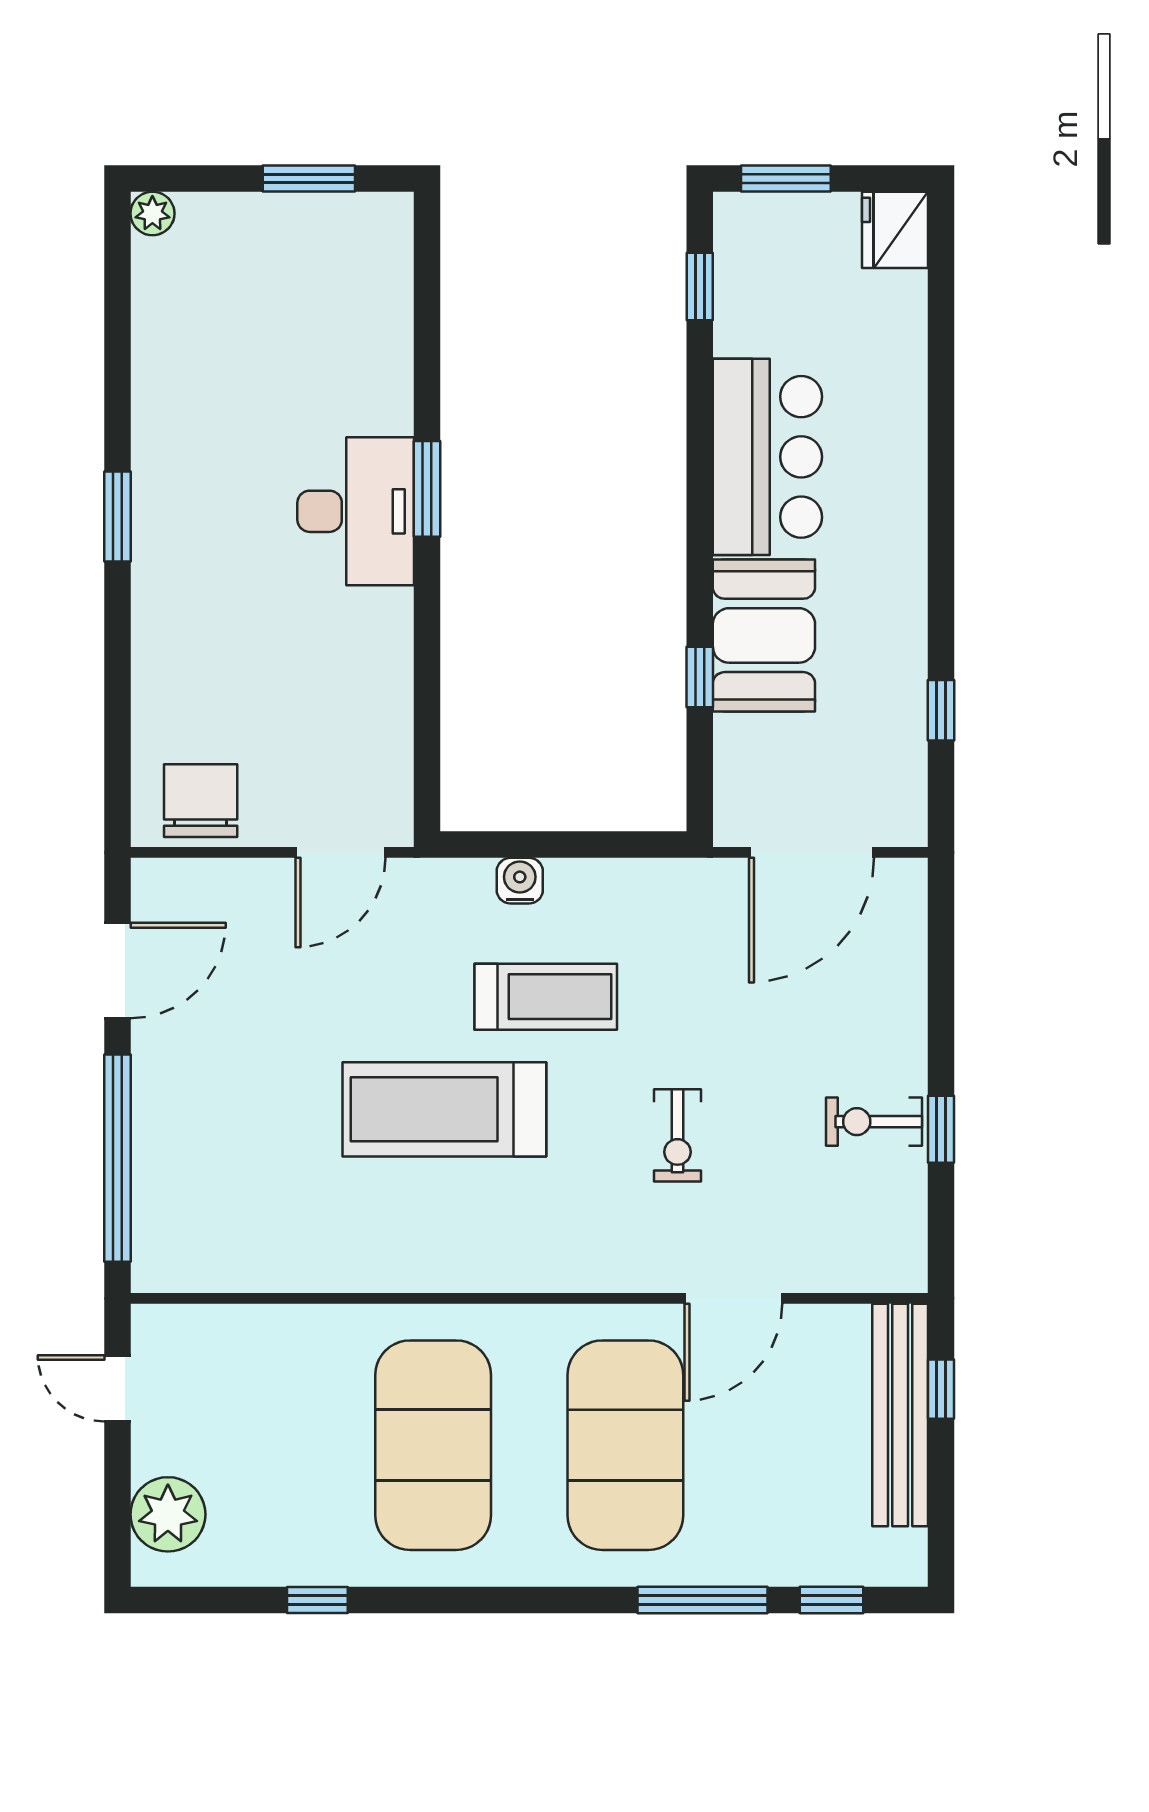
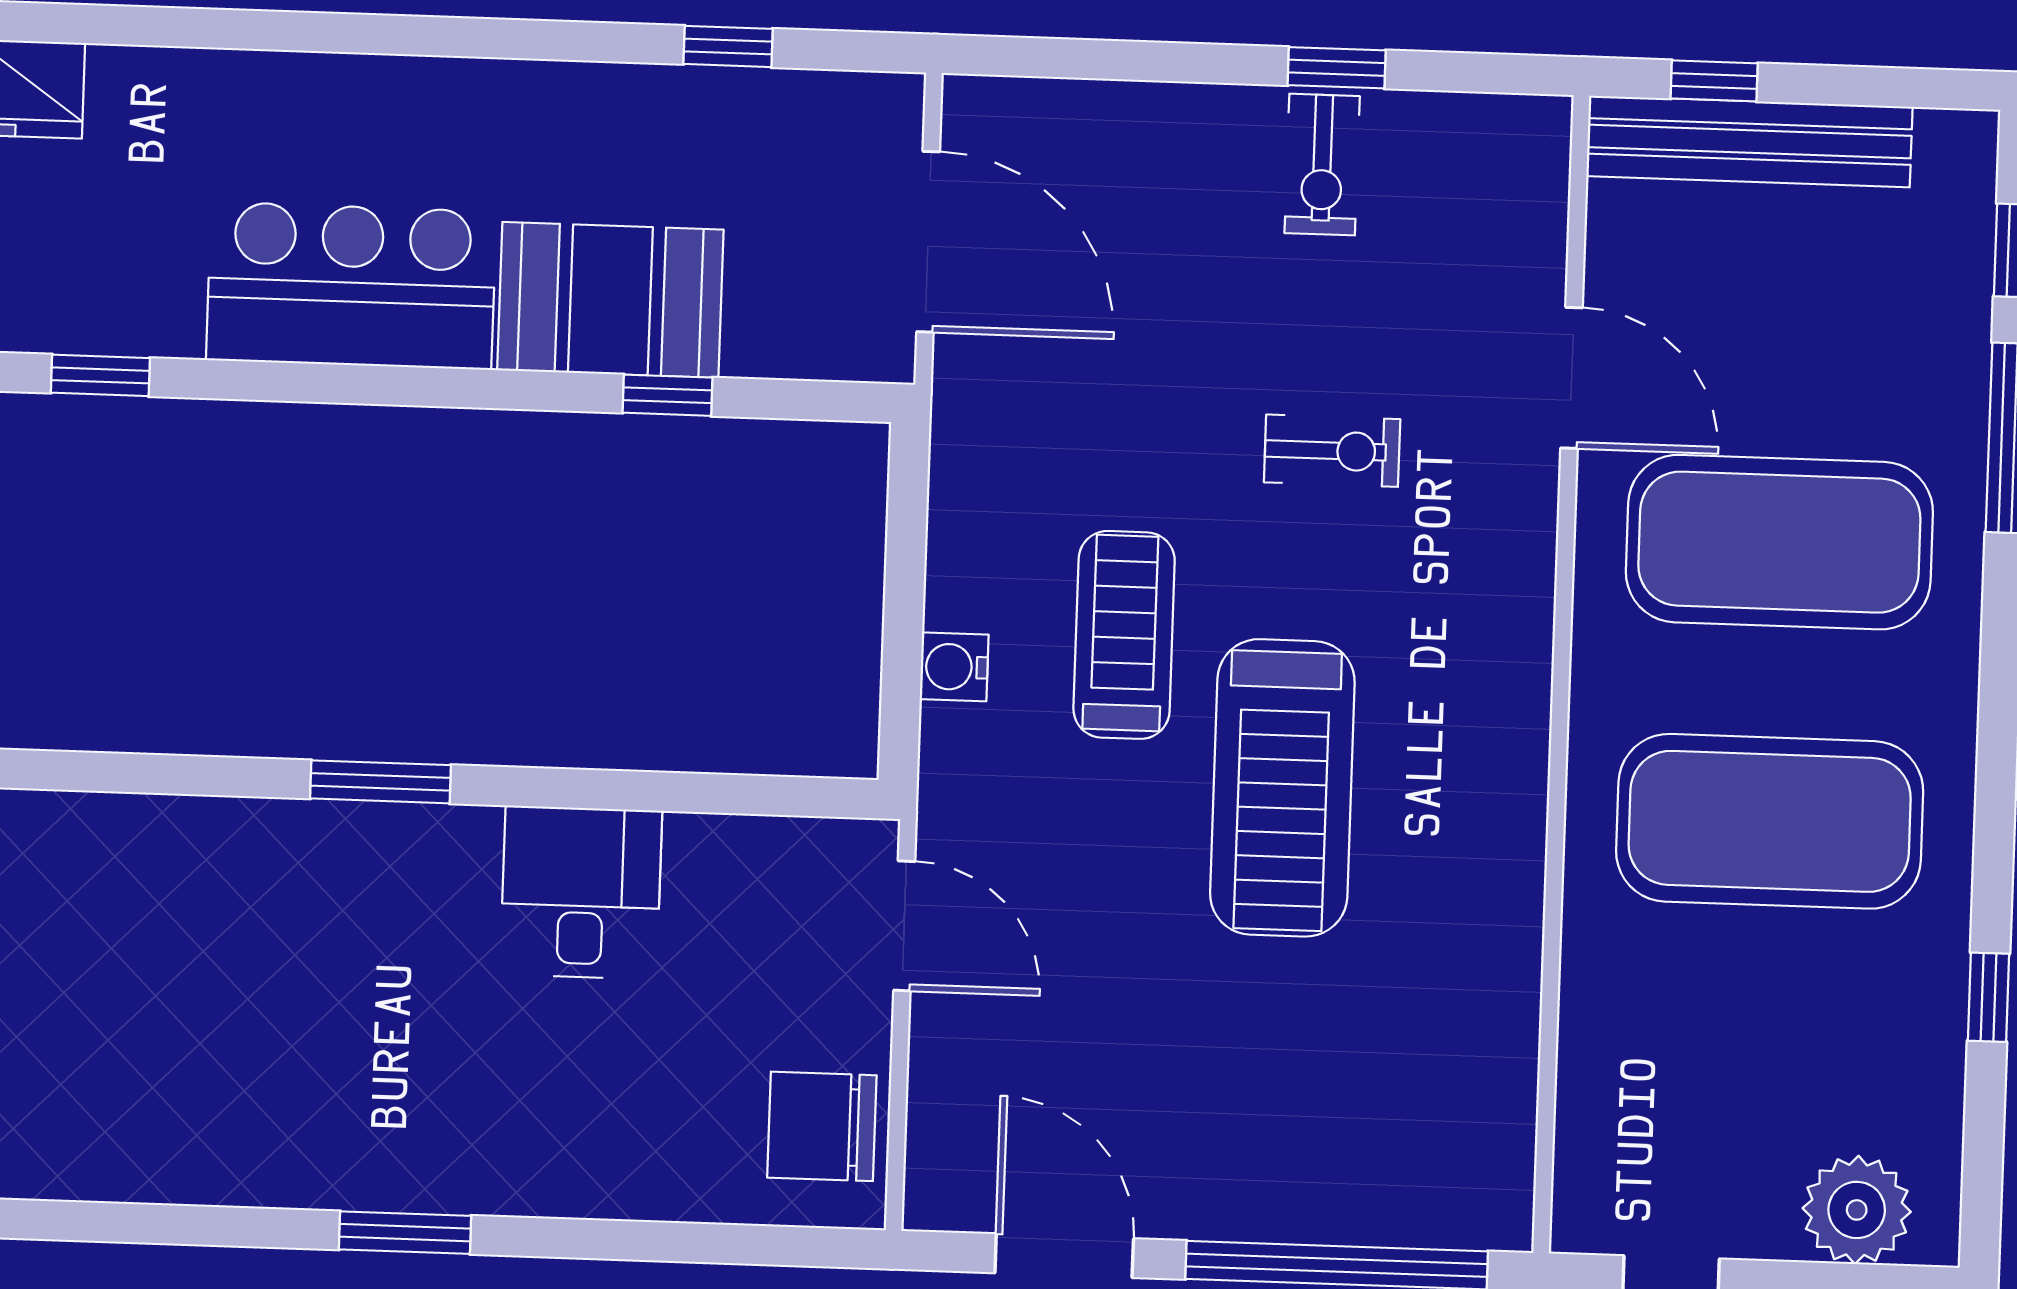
desk: (356, 511) -> (581, 892), moved, width x0.73

